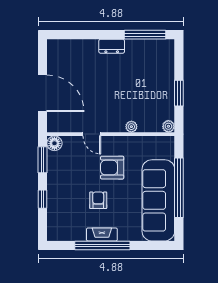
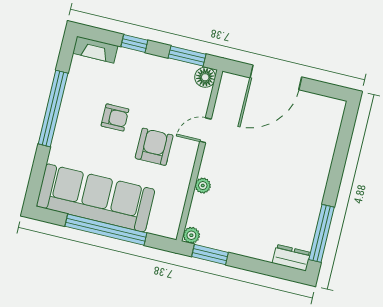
dresser: (112, 46) -> (291, 258), moved, turned 90
window: (179, 93) -> (210, 255), moved
fireplace: (102, 234) -> (95, 50), moved, turned 90

